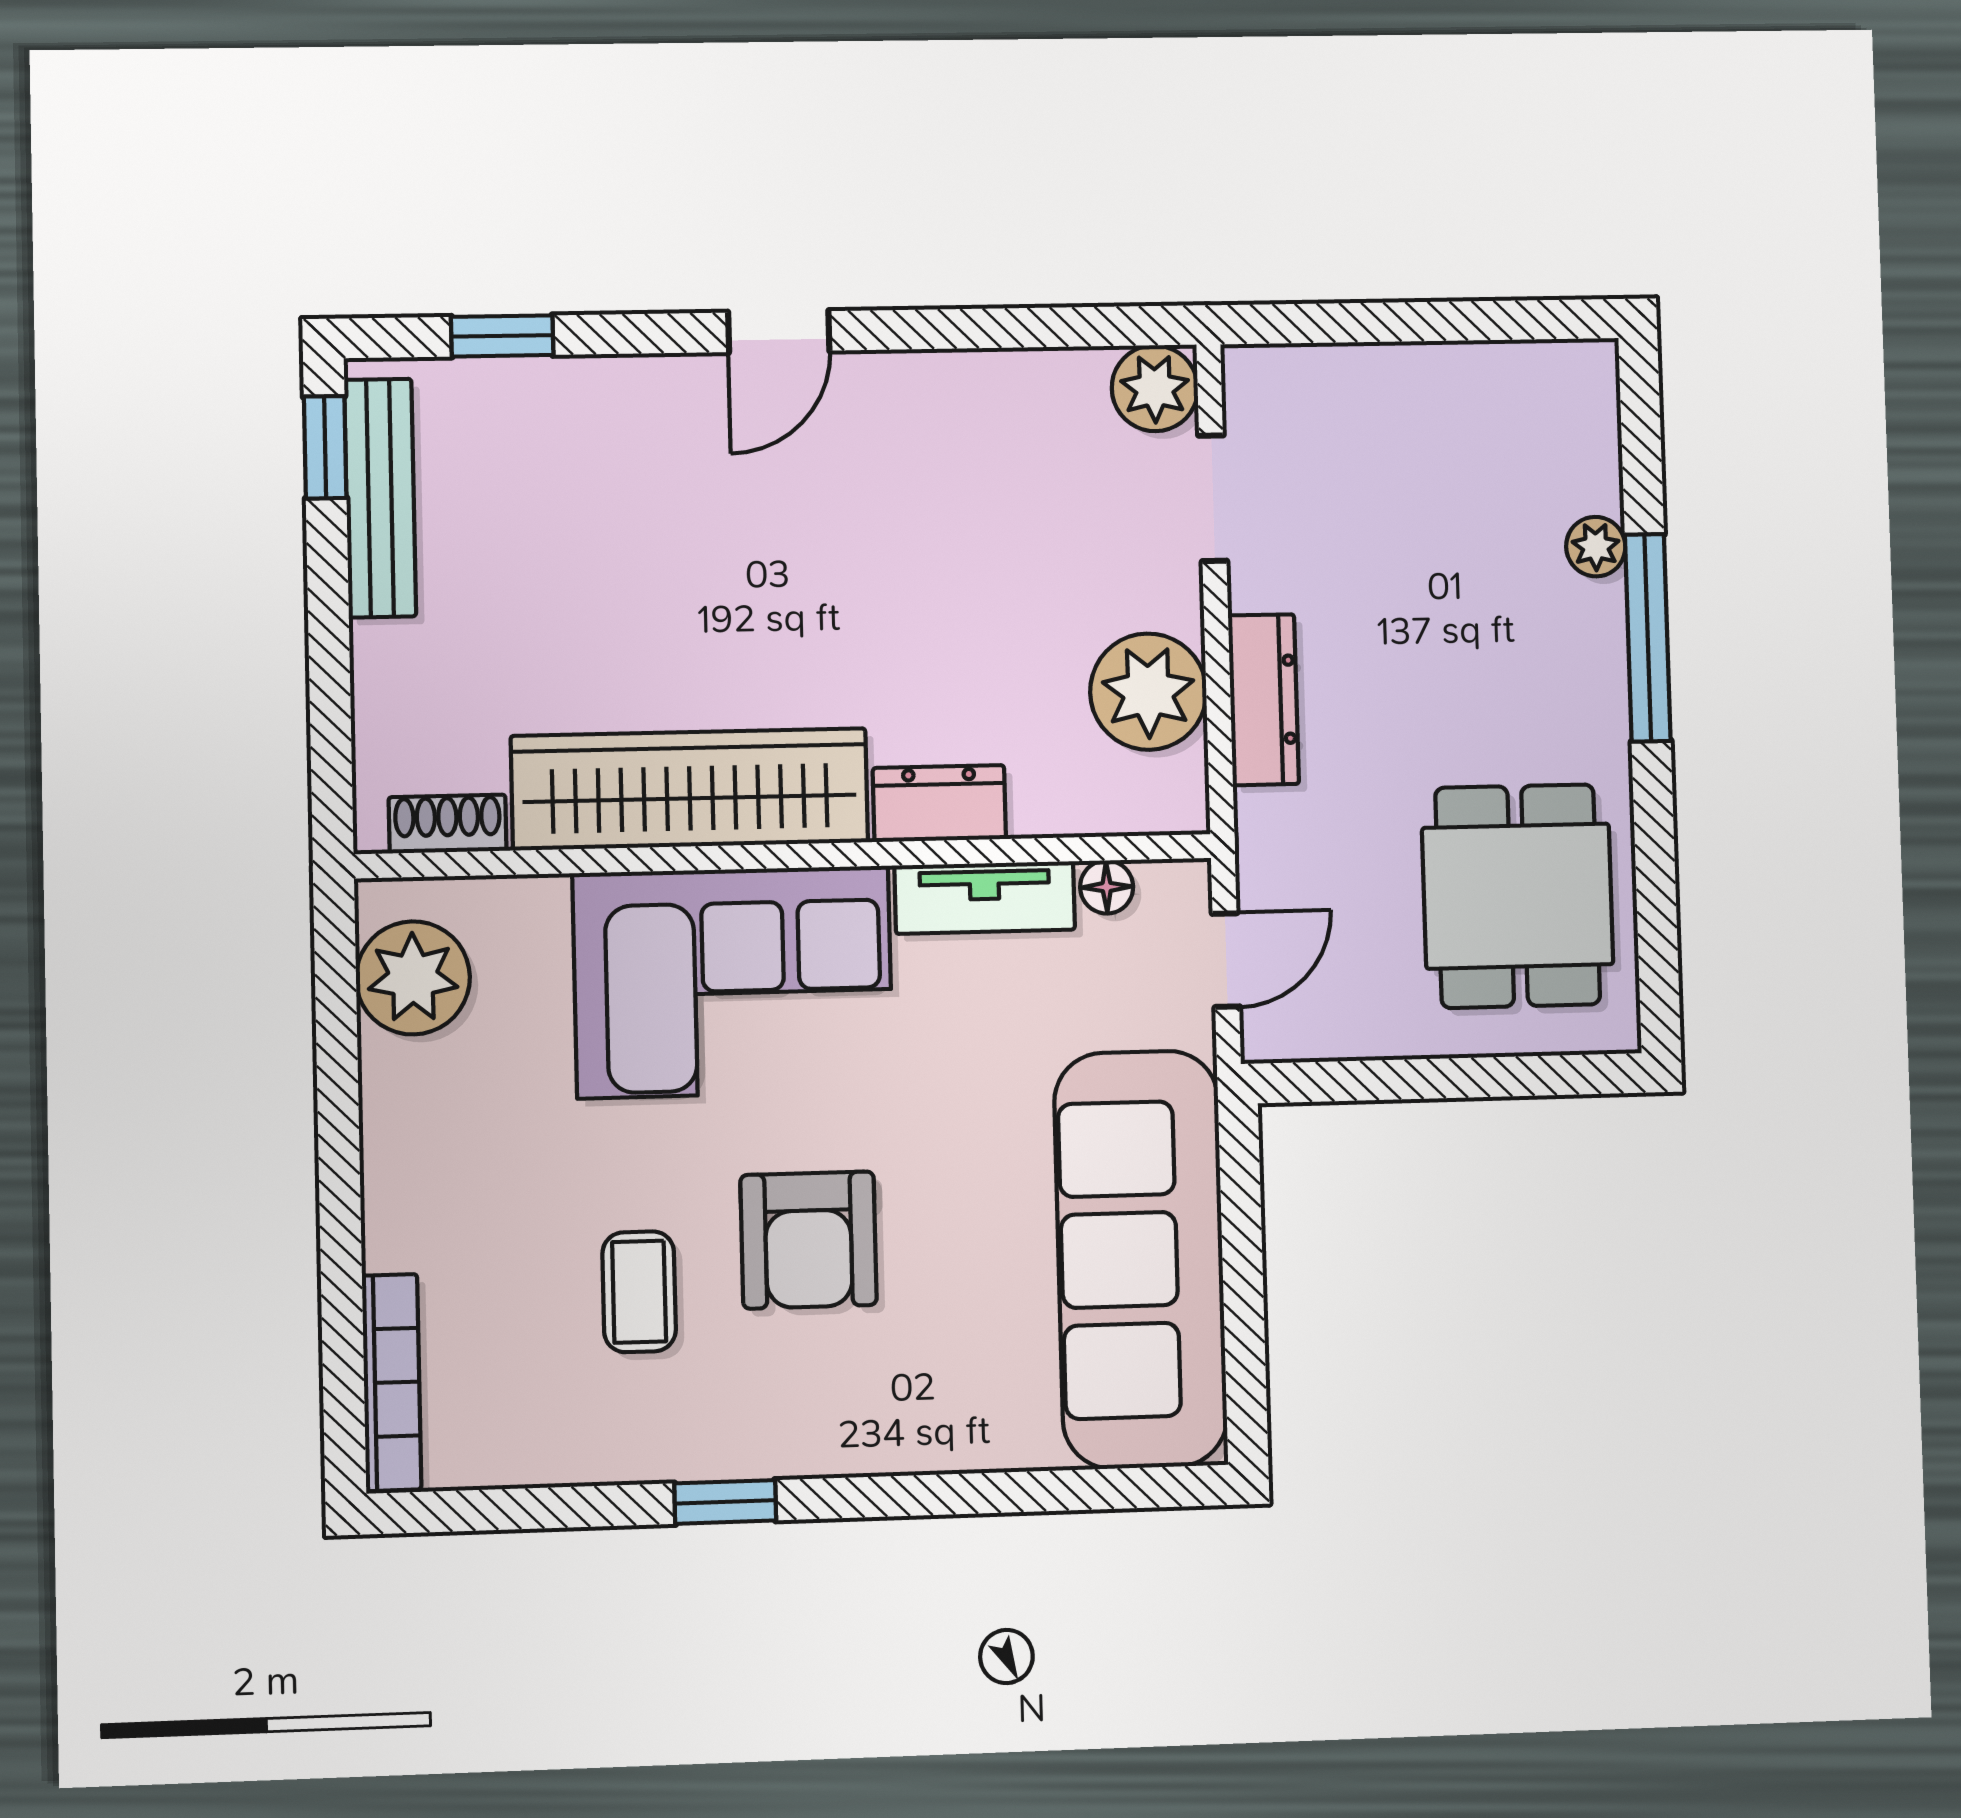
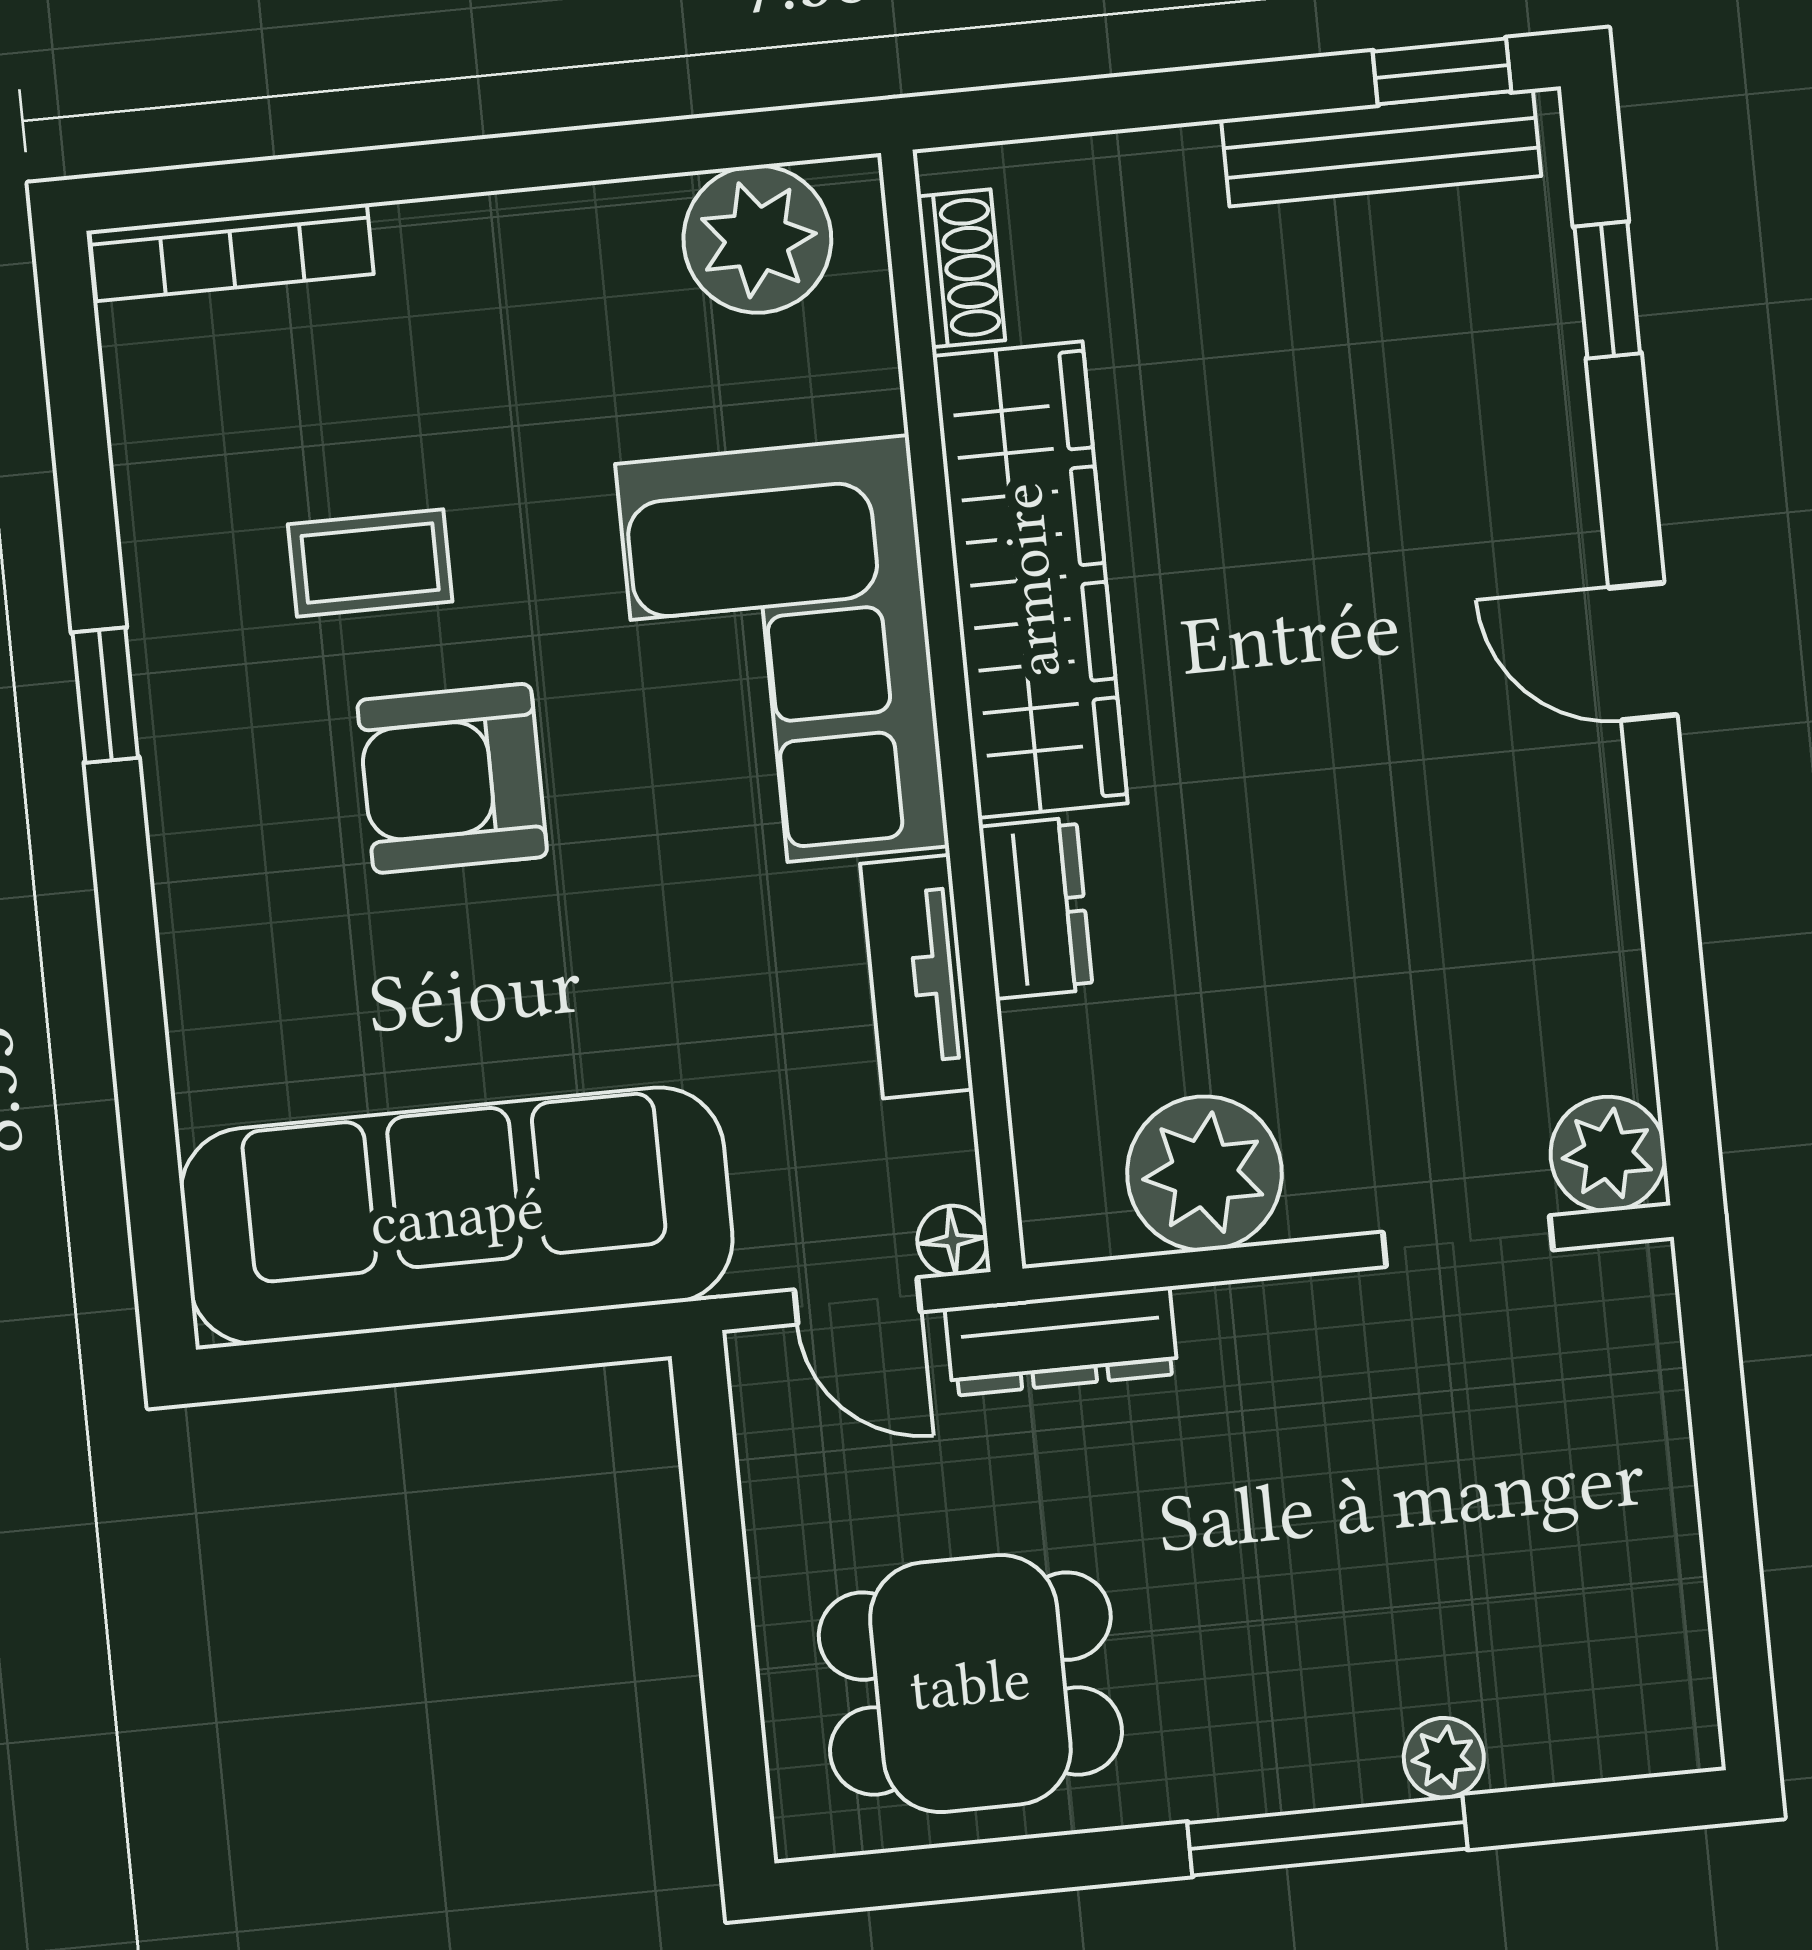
dresser: (1263, 700) -> (1061, 1341), moved
floor lamp: (1107, 887) -> (952, 1241), moved

